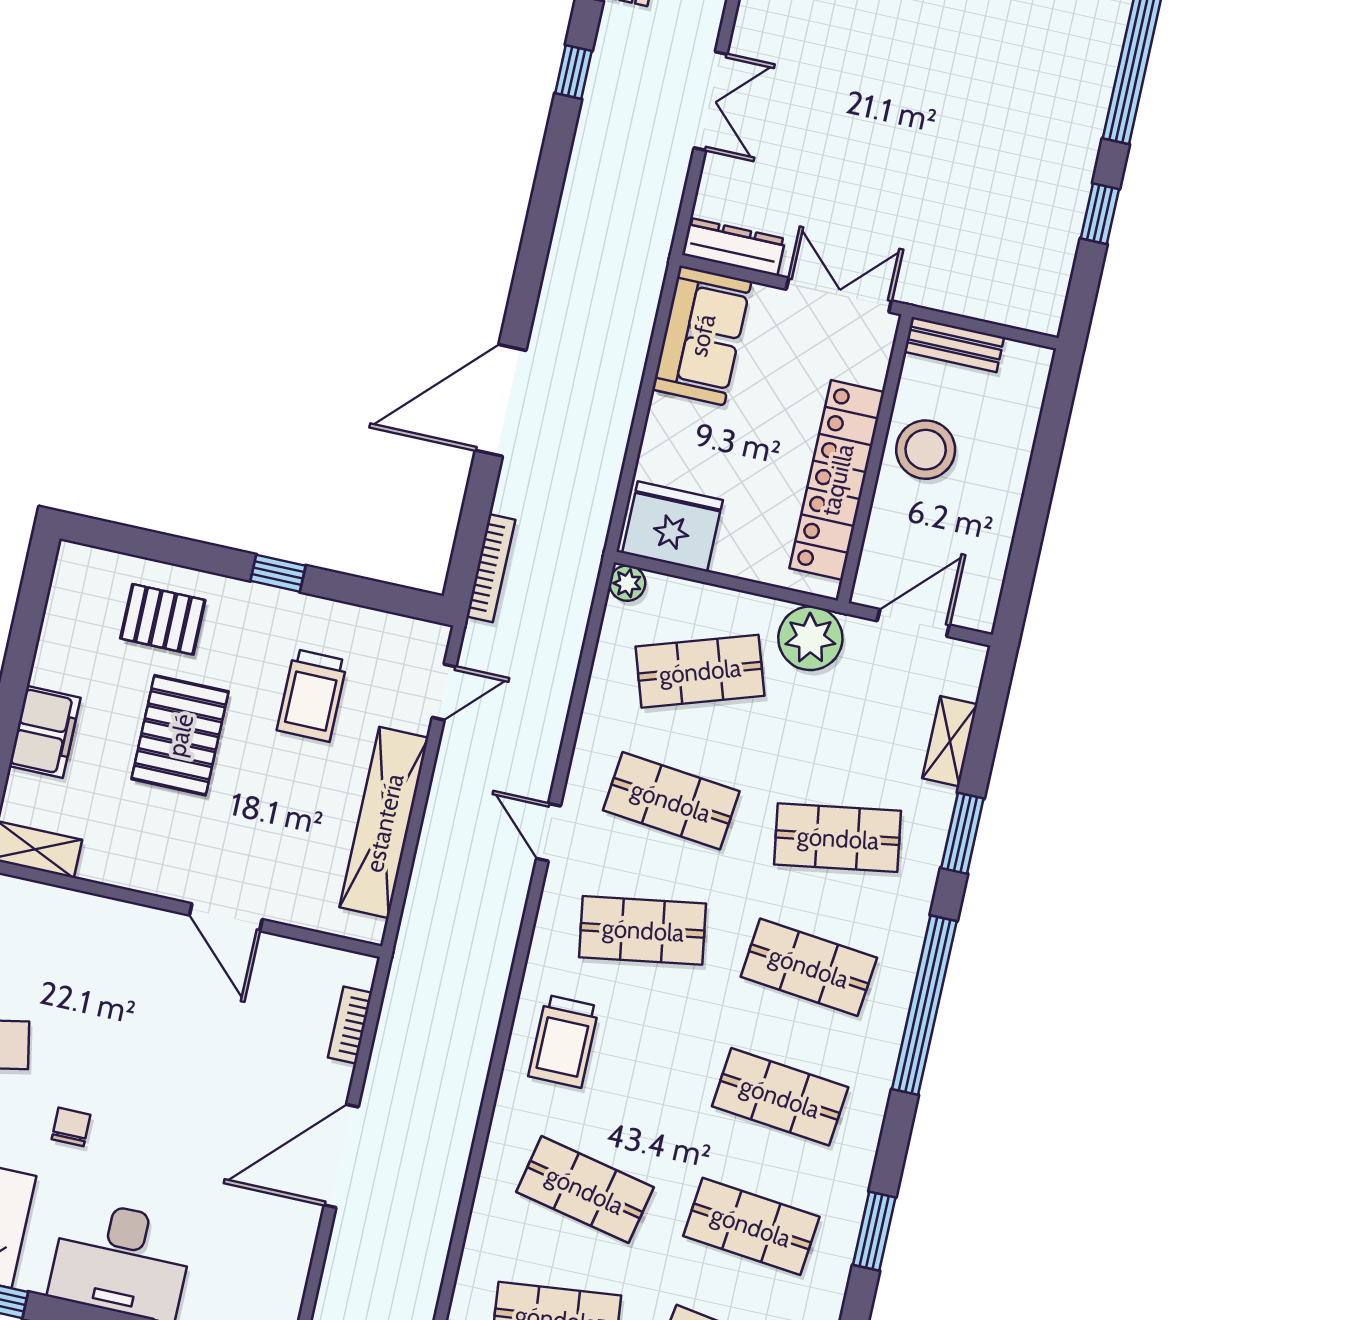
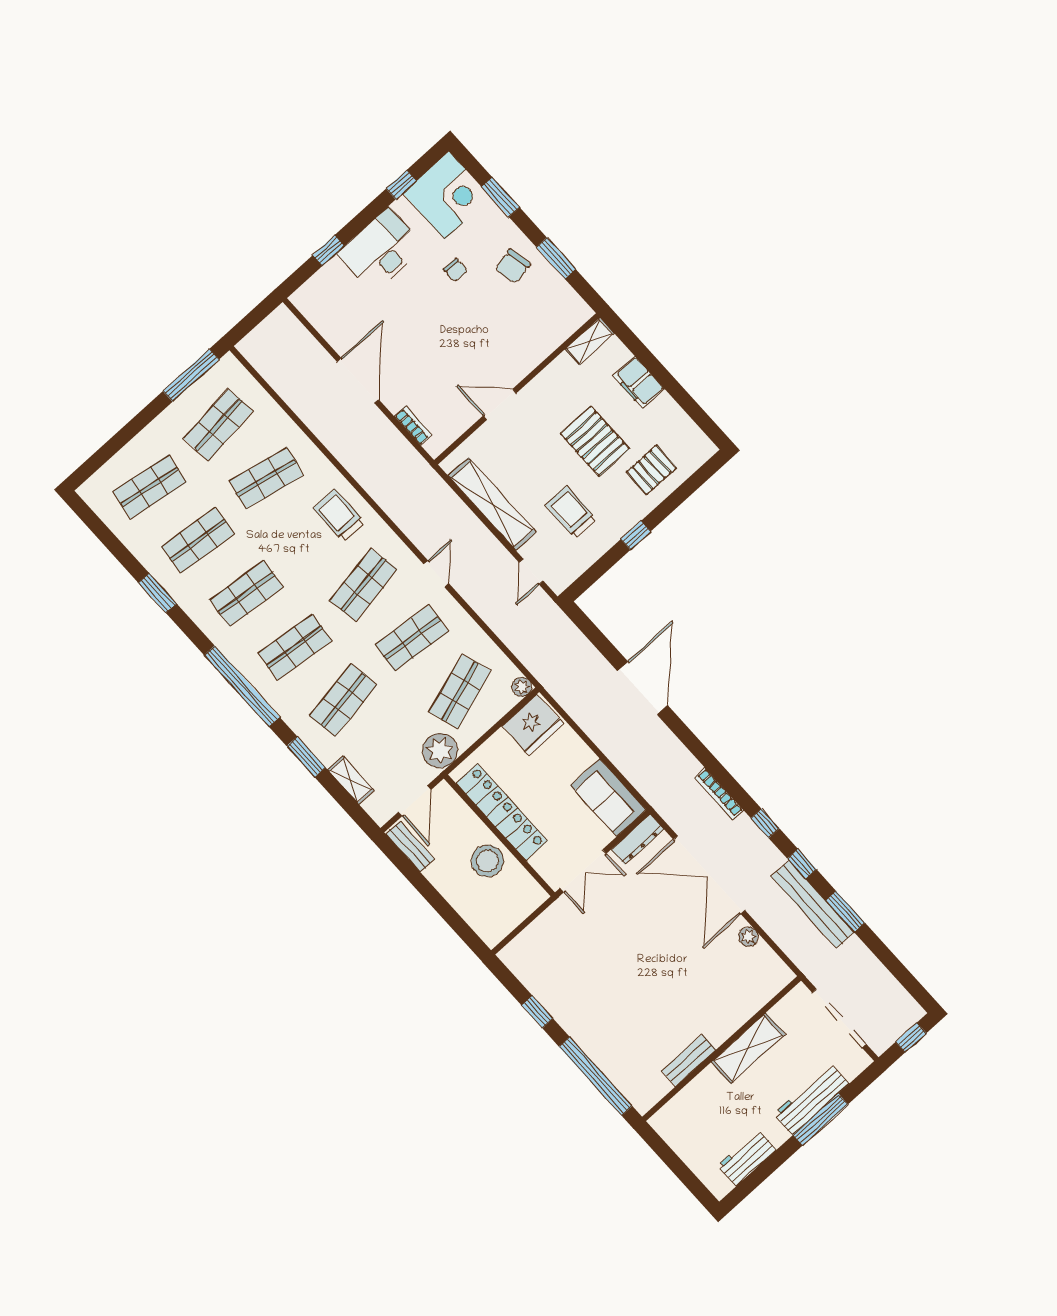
double door: (711, 101) -> (709, 875), width x1.87
bench: (954, 344) -> (410, 847), moved, turned 90
bookcase: (491, 568) -> (719, 794), moved
door: (548, 832) -> (436, 574), hinge flipped

